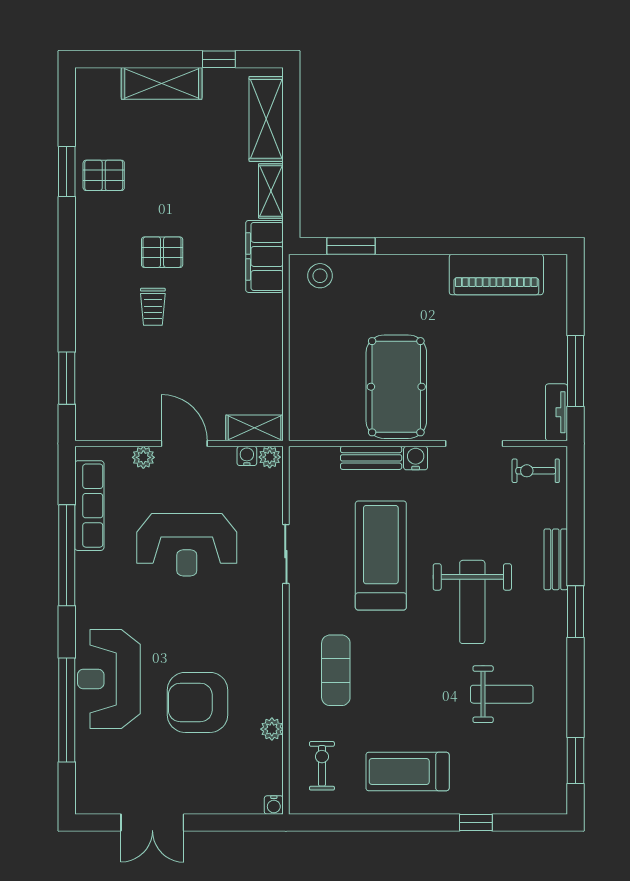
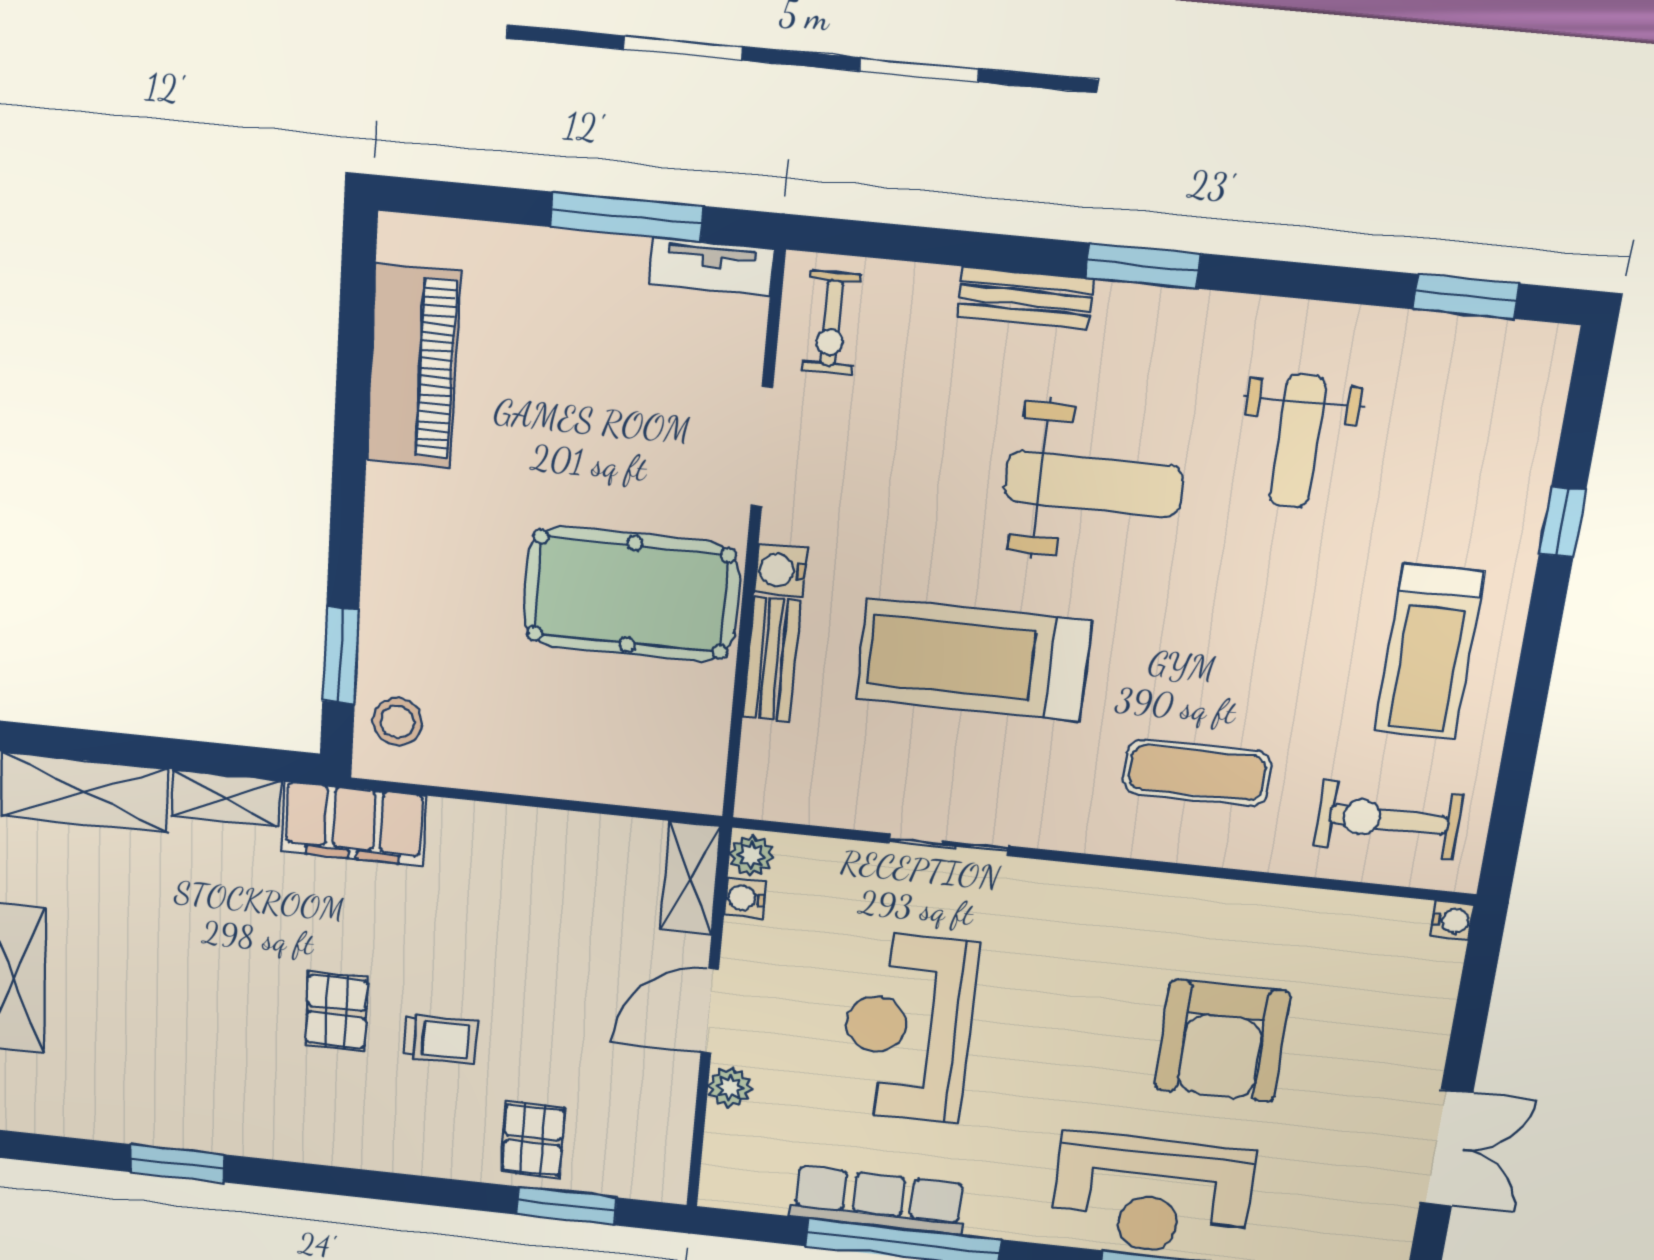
pallet: (104, 175) -> (533, 1140), moved
row of seats: (89, 506) -> (878, 1200), moved
reception desk: (187, 545) -> (908, 1027), turned 180
weight bench: (502, 694) -> (1298, 441), turned 180
plant: (272, 729) -> (1298, 908), removed
exercise bike: (322, 766) -> (1388, 820), width x1.38, depth x1.39

